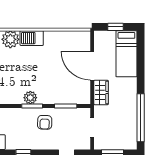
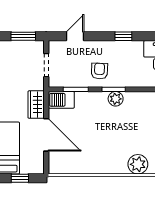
barbecue: (32, 38) -> (61, 100), moved, turned 180

